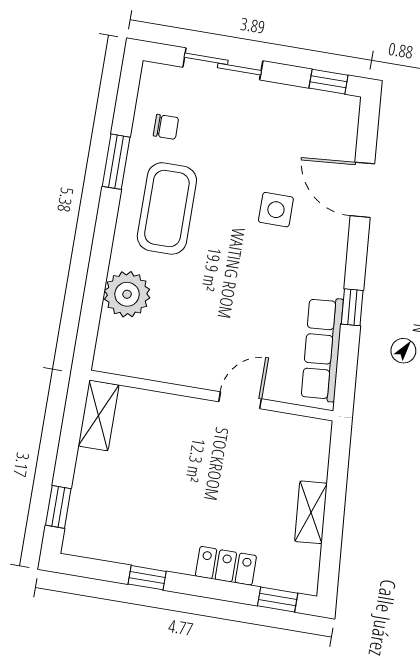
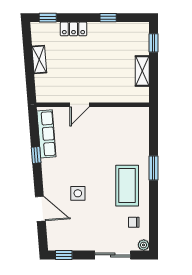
window: (116, 162) -> (153, 168), moved
plant: (127, 294) -> (144, 245), moved, width x0.53, depth x0.53
shelving: (99, 415) -> (142, 71), moved

